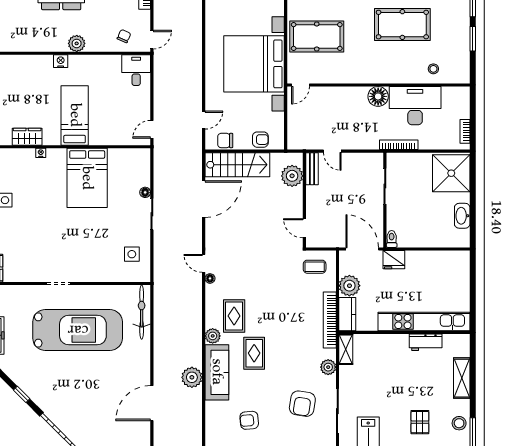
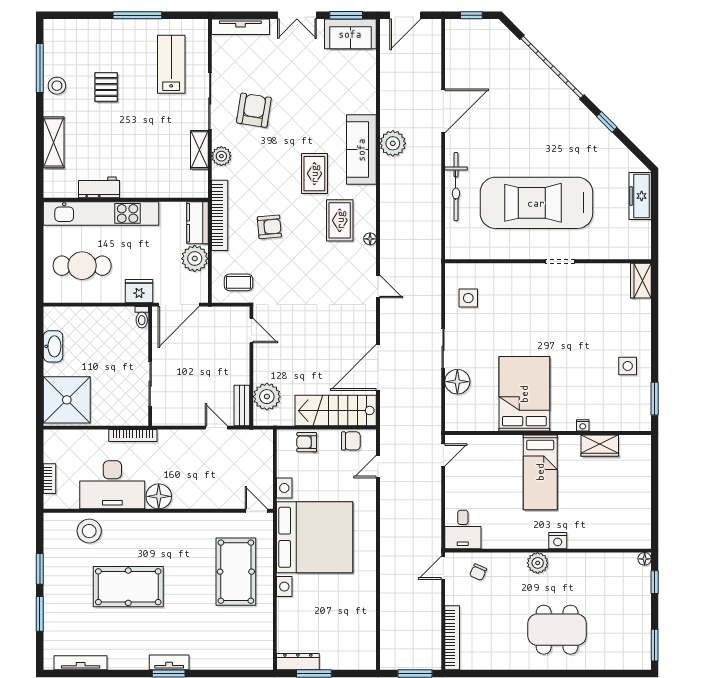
pool table: (317, 37) -> (236, 572), turned 90
stool: (433, 69) -> (89, 531), width x1.89, depth x1.89
door: (301, 85) -> (256, 511), hinge flipped
bookcase: (465, 131) -> (49, 479), moved
floor lamp: (145, 192) -> (457, 382), width x1.89, depth x1.89
door: (362, 249) -> (179, 305), hinge flipped
floor lamp: (210, 278) -> (370, 239), moved
cafe table: (439, 280) -> (82, 266), added
bicycle: (142, 312) -> (456, 187), moved
plant: (213, 336) -> (367, 195), removed
shelving: (346, 349) -> (199, 150), moved
armchair: (249, 420) -> (269, 227), moved

